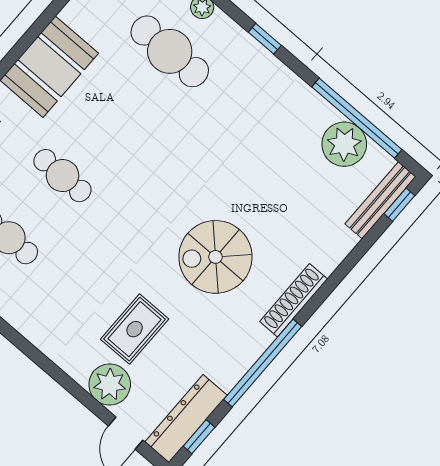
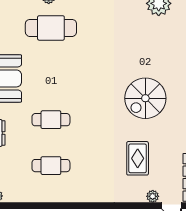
plant: (110, 384) -> (153, 196), width x0.53, depth x0.53

